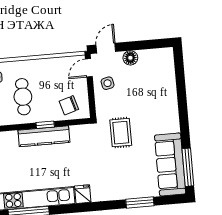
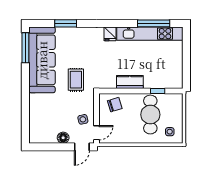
cafe table: (23, 97) -> (150, 115), width x1.37, depth x1.35
window: (45, 125) -> (158, 91), moved
kitchen counter: (44, 136) -> (130, 82), width x0.67
sofa: (170, 165) -> (42, 60), width x1.36, depth x1.27

